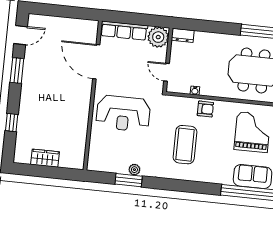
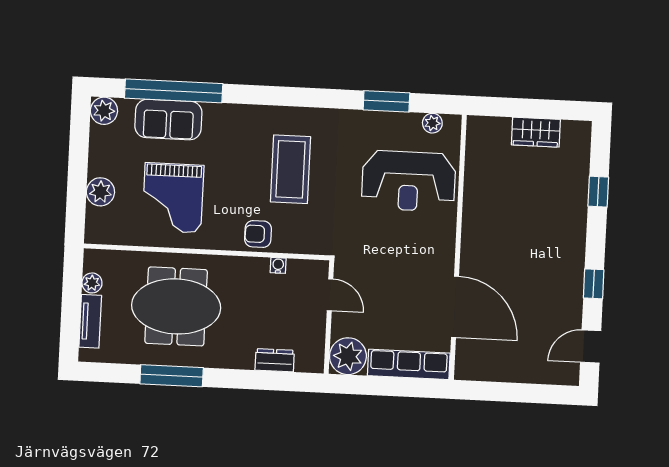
dresser: (183, 35) -> (275, 360), moved
window: (17, 70) -> (594, 284), width x0.67
reception desk: (123, 113) -> (409, 181), moved, turned 180
plant: (134, 170) -> (432, 123), moved

